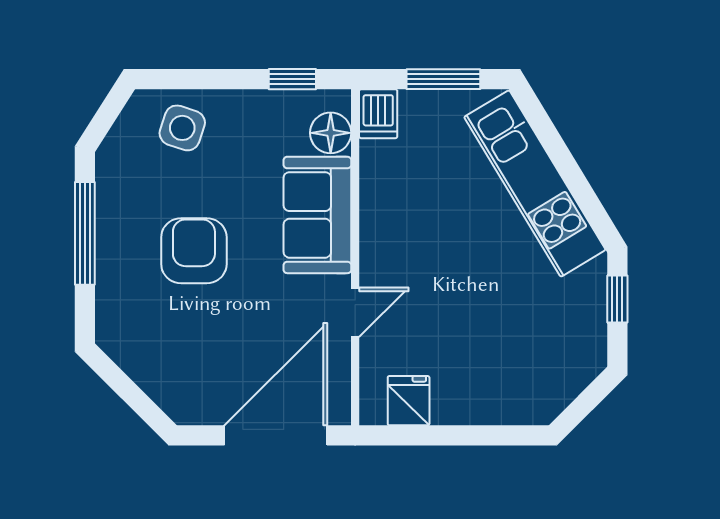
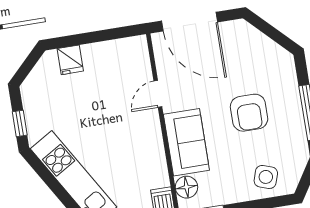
fridge: (409, 401) -> (70, 60), moved
door: (276, 435) -> (190, 22), hinge flipped

